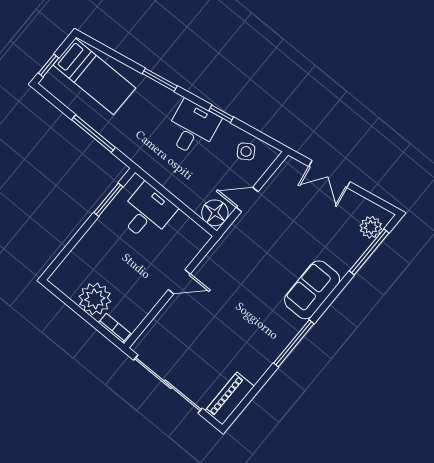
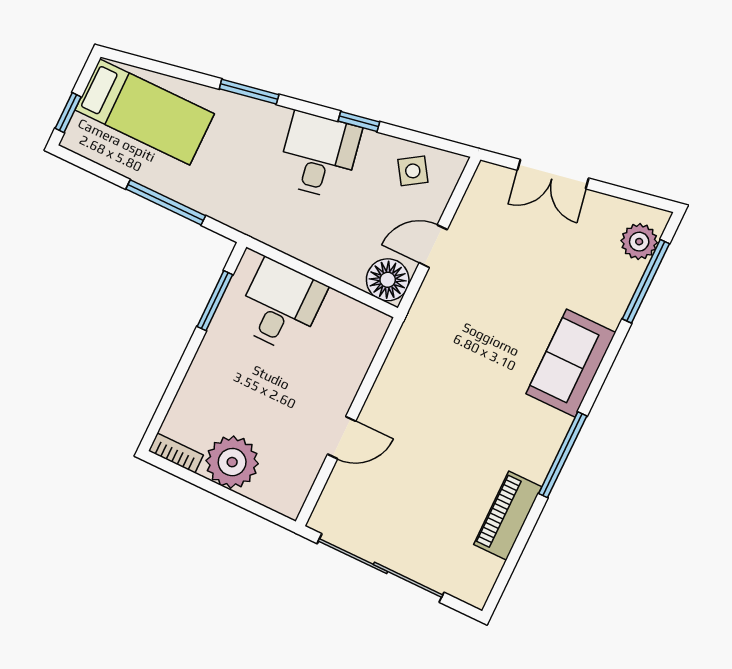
door: (179, 282) -> (342, 438), moved
bookcase: (114, 328) -> (176, 453), moved
piano: (230, 398) -> (508, 516), moved

